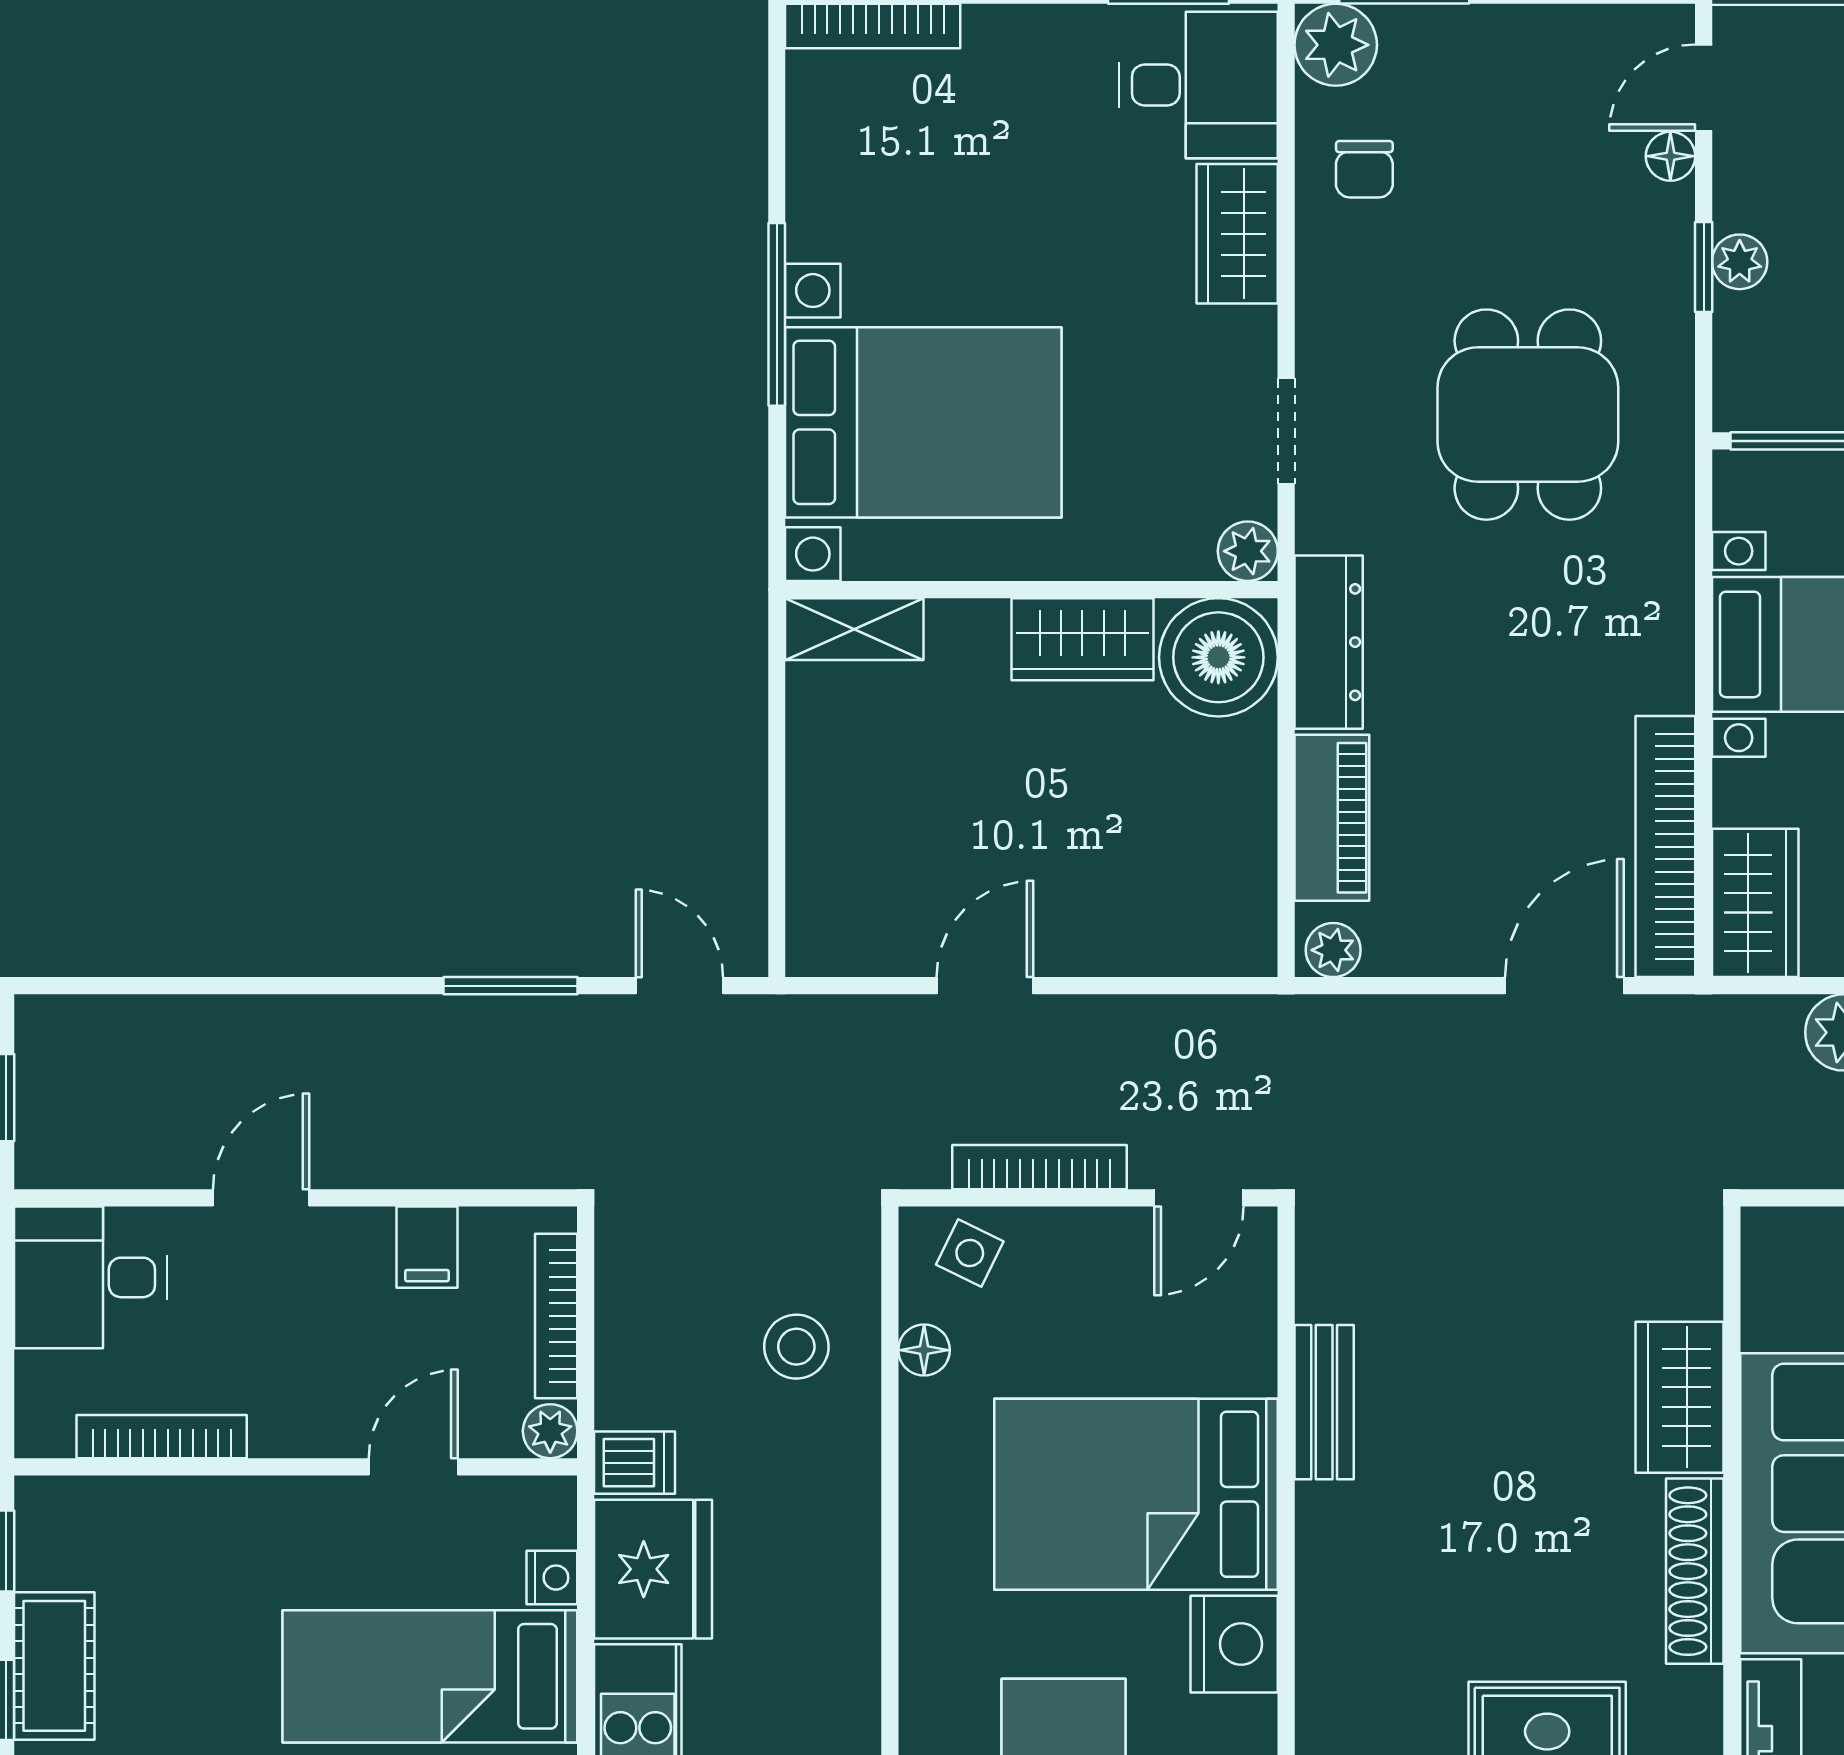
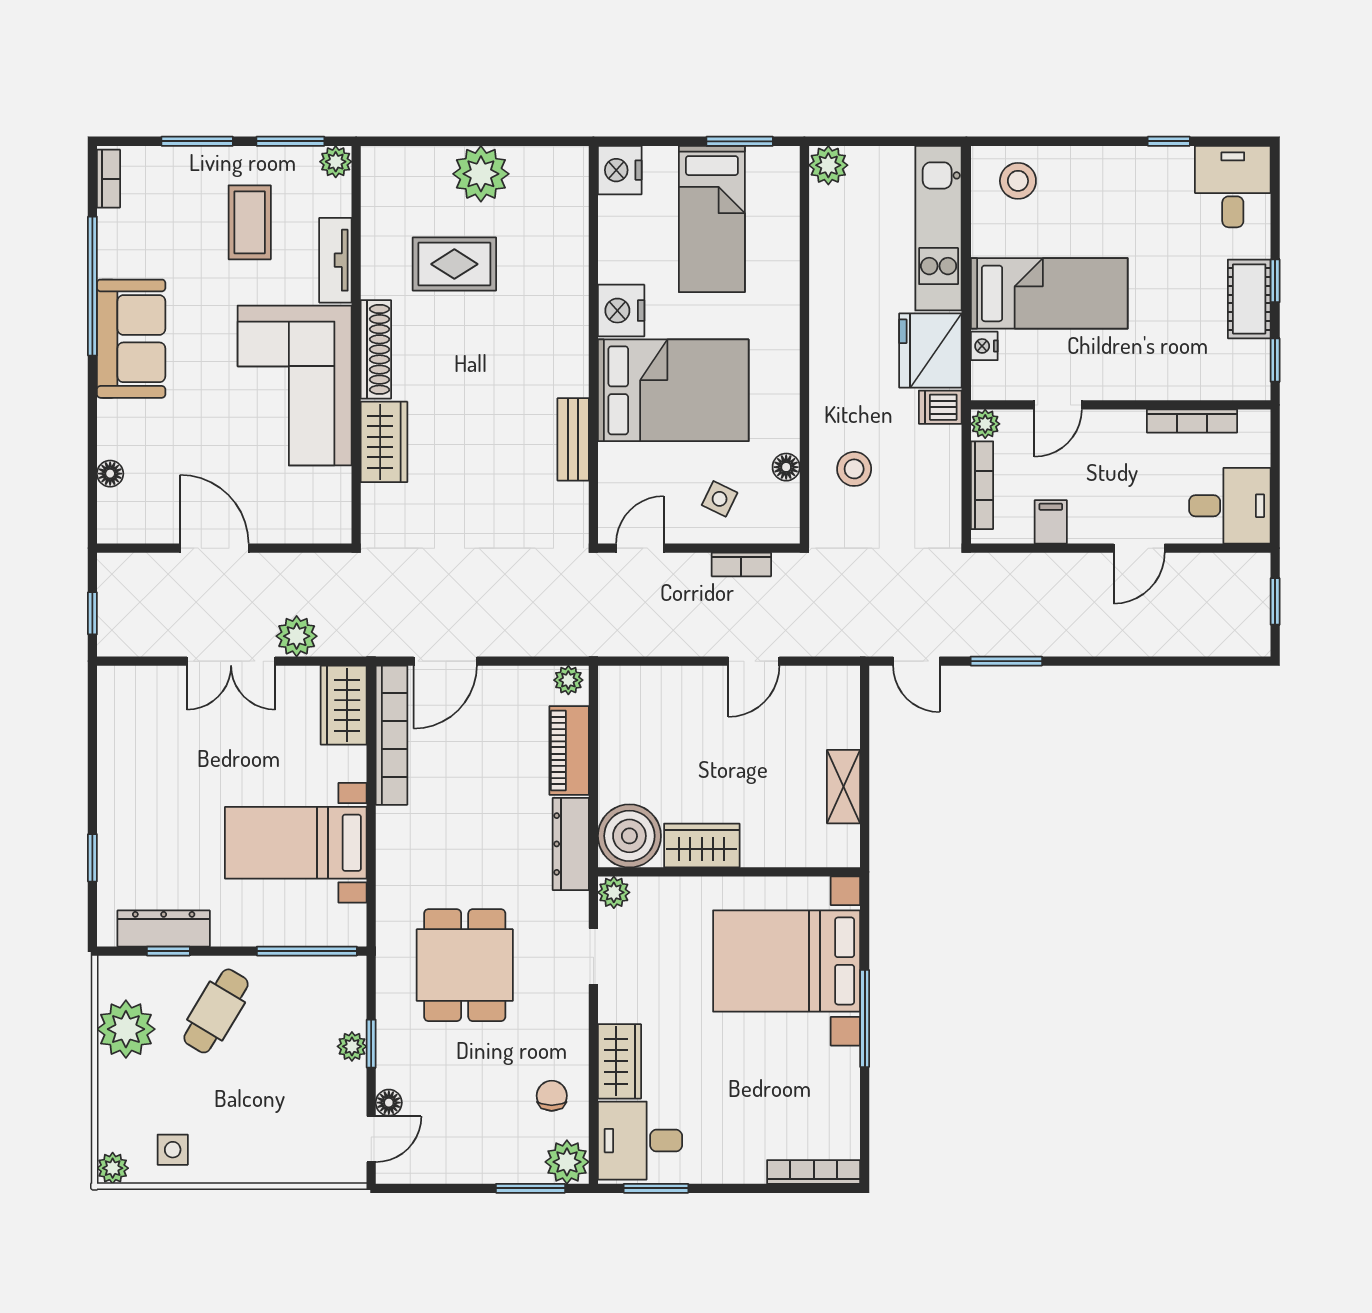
shelving: (854, 629) -> (844, 787), moved, turned 90
bookcase: (1040, 1167) -> (741, 564), width x0.64
side table: (970, 1253) -> (720, 499), moved

